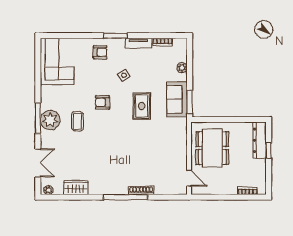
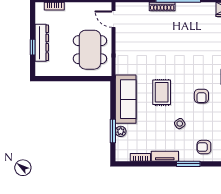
sofa: (177, 99) -> (126, 99), width x1.36
armchair: (102, 102) -> (201, 96), turned 90
window: (190, 102) -> (113, 131), moved
dresser: (260, 140) -> (42, 43), moved

